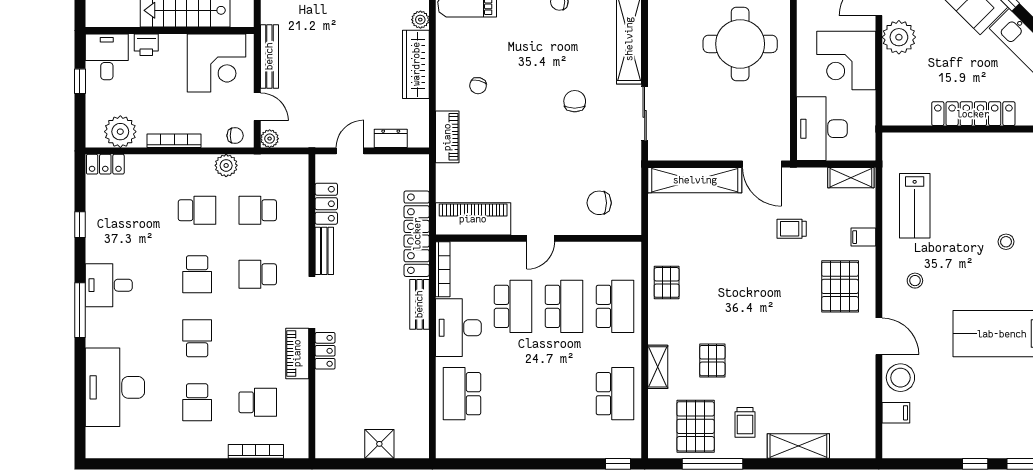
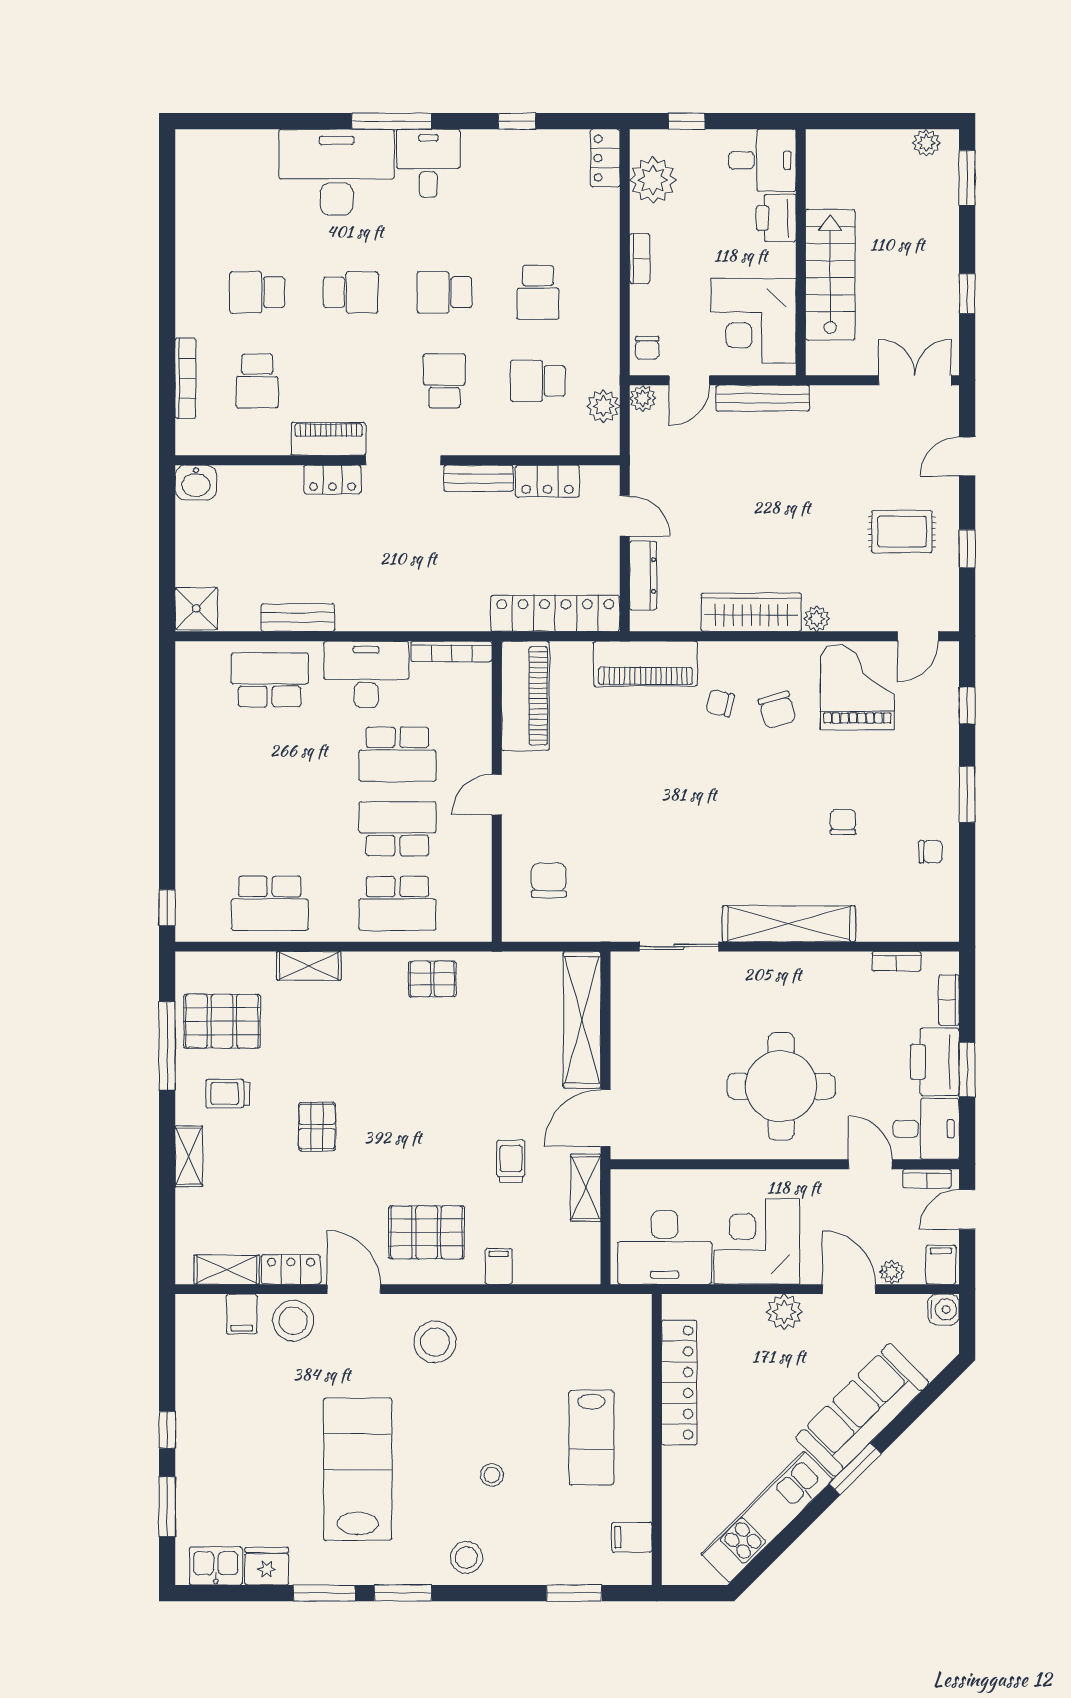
plant: (899, 37) -> (784, 1312), width x0.73, depth x0.73
printer: (146, 45) -> (776, 218), width x1.36, depth x1.24
window: (80, 81) -> (687, 121), moved
chair: (575, 101) -> (777, 710), moved, turned 74
locker: (973, 114) -> (679, 1383), moved
desk: (822, 129) -> (665, 1247), moved, turned 180
piano: (447, 137) -> (645, 664), width x1.37, depth x1.33
dresser: (391, 138) -> (643, 576), width x1.44
bookcase: (174, 141) -> (640, 259), width x0.64
plant: (226, 165) -> (603, 406), moved
shelving: (851, 178) -> (586, 1188), moved
lab bench: (915, 206) -> (591, 1438), moved, turned -90
school desk: (258, 210) -> (538, 381), turned -90
locker: (417, 234) -> (555, 613), moved
door: (541, 238) -> (497, 795), hinge flipped
stool: (915, 281) -> (435, 1342), width x1.89, depth x1.89
bench: (419, 304) -> (298, 618), moved
school desk: (564, 306) -> (397, 829), turned 180
door: (879, 336) -> (354, 1289), swing flipped
pallet: (712, 361) -> (317, 1127), moved, turned 90
locker: (865, 379) -> (291, 1269), added
desk: (115, 387) -> (337, 172), moved
shelving: (866, 423) -> (227, 1270), added
washbasin: (327, 444) -> (196, 483), added
shower: (379, 444) -> (196, 608), moved
shelving: (798, 446) -> (189, 1156), width x0.67, depth x0.75

